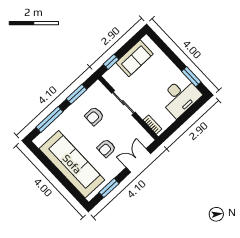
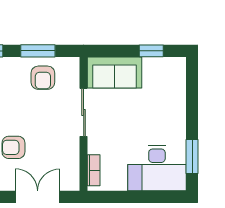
sofa: (134, 58) -> (115, 72), moved
window: (111, 62) -> (151, 51), moved
armchair: (94, 116) -> (43, 78), moved, turned -90

